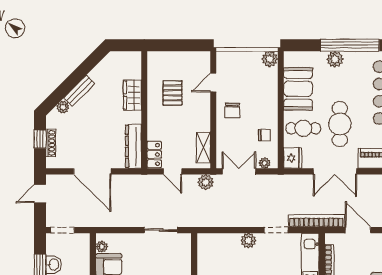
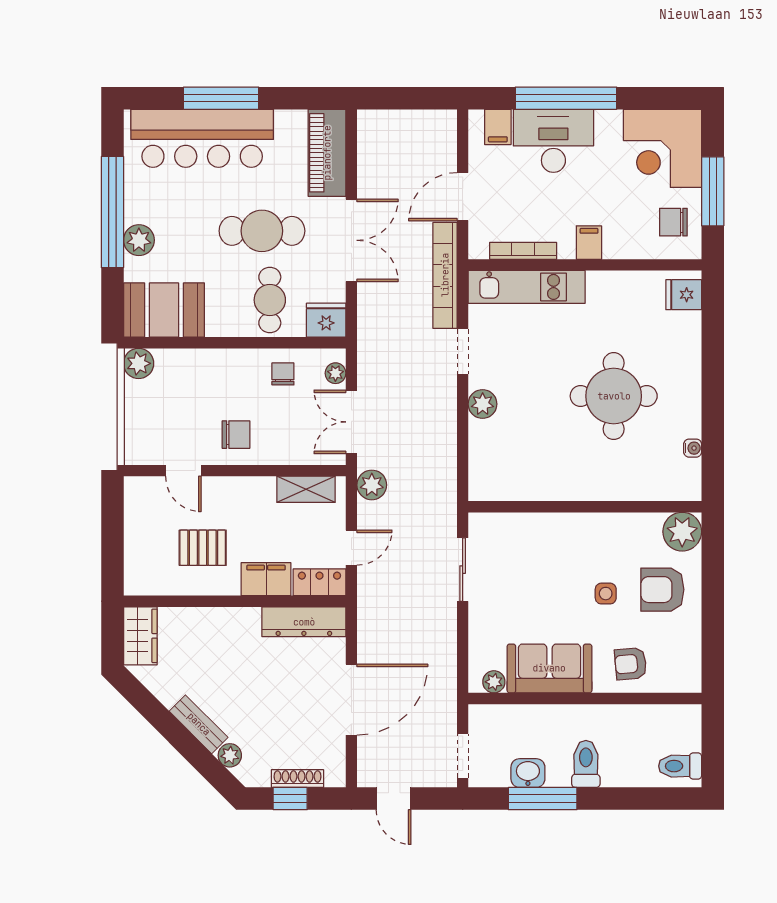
booth: (298, 89) -> (164, 310), moved
wardrobe: (132, 95) -> (140, 636), moved, turned -90
filing cabinet: (156, 126) -> (266, 579), added

